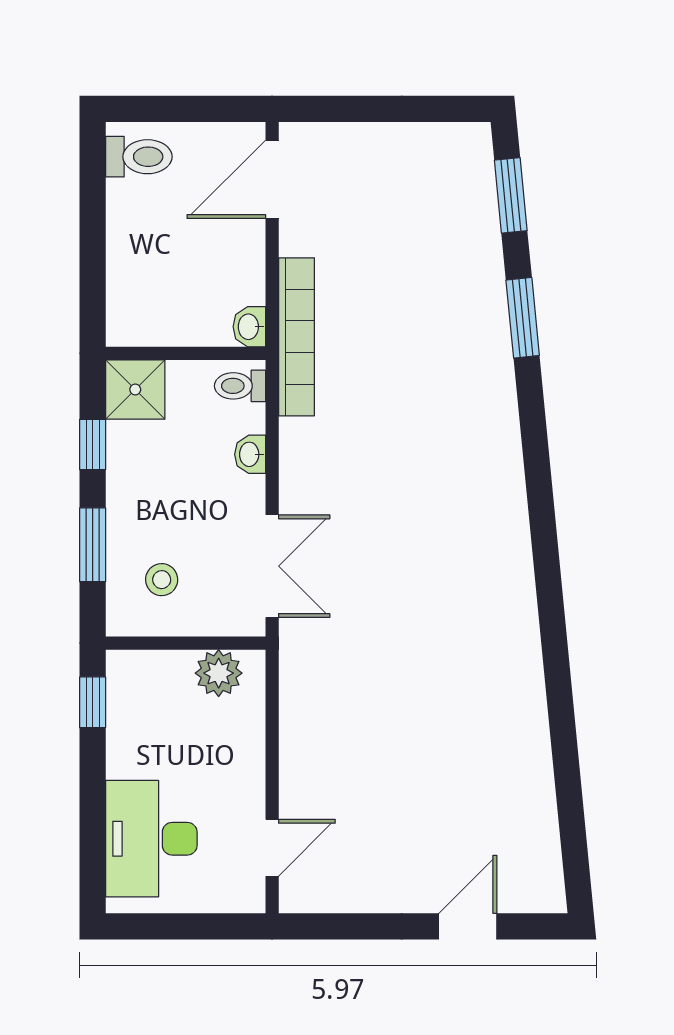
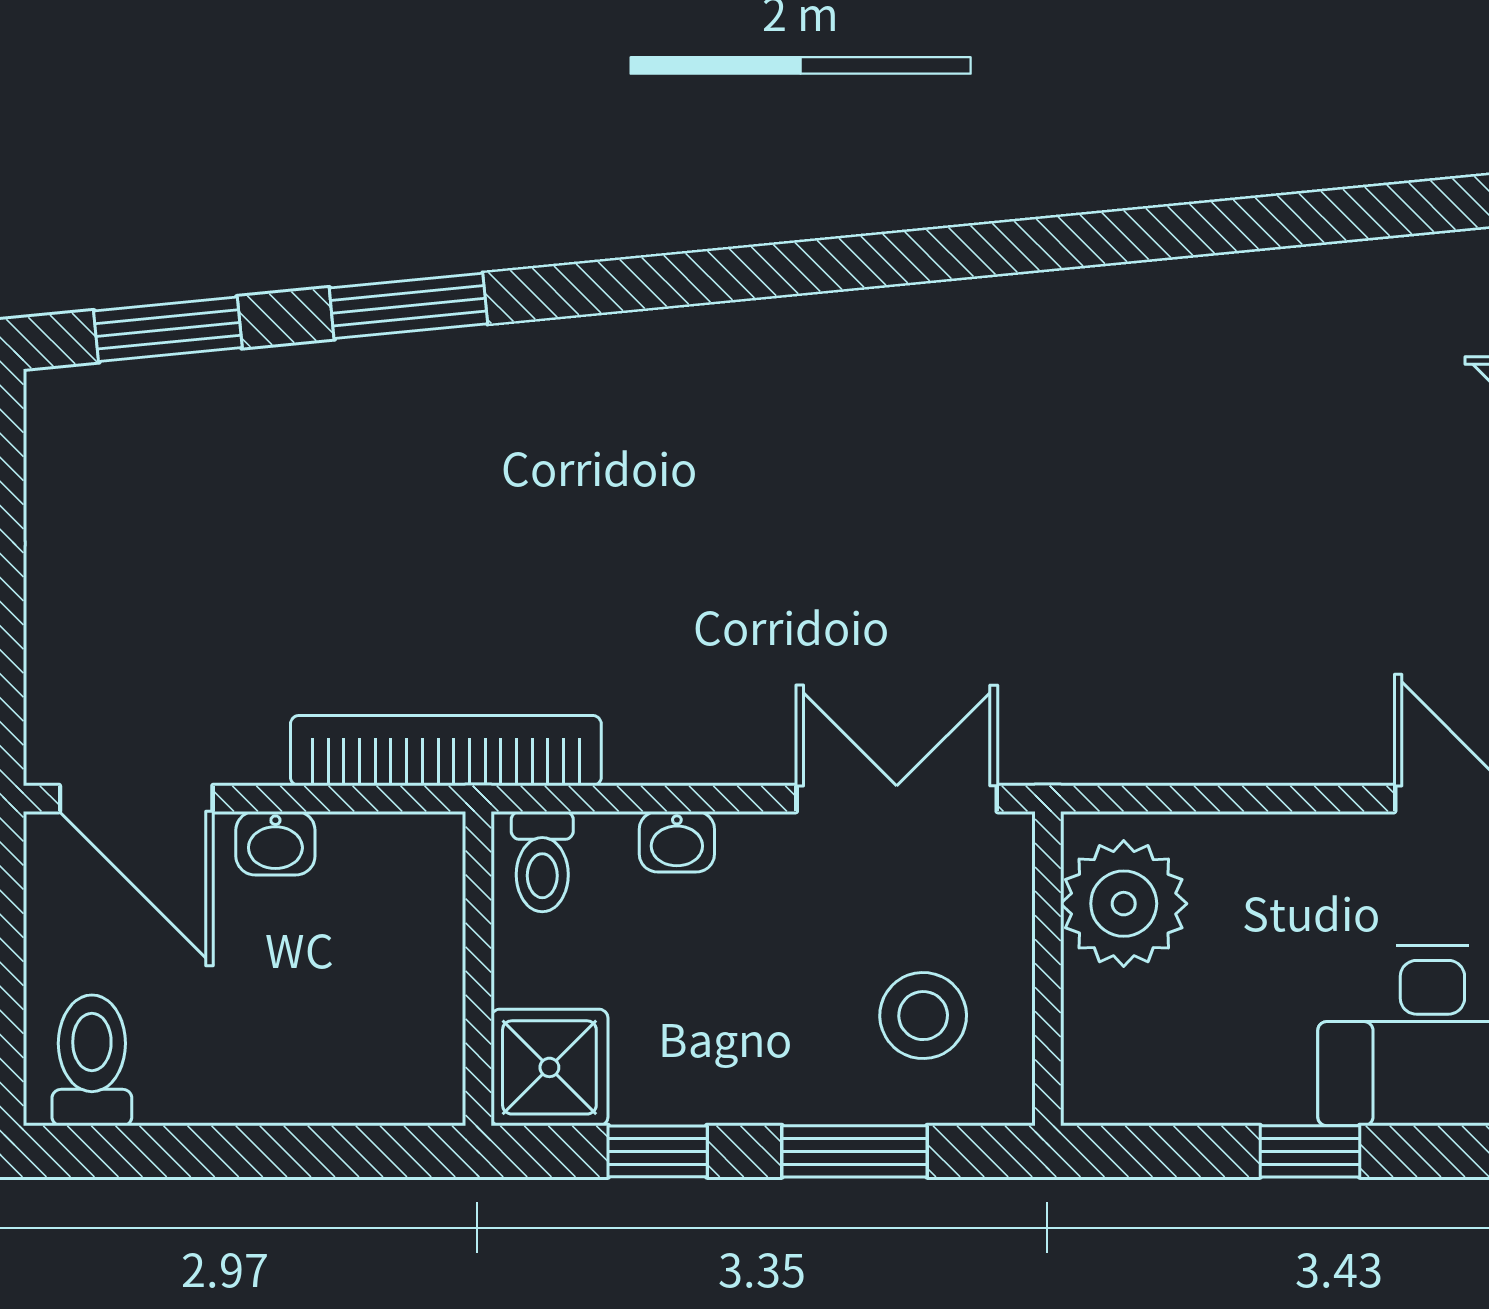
washbasin: (249, 327) -> (275, 843), moved
stool: (162, 580) -> (923, 1016), width x1.37, depth x1.37
plant: (219, 673) -> (1124, 904), width x1.36, depth x1.36
window: (93, 702) -> (1310, 1151), moved

